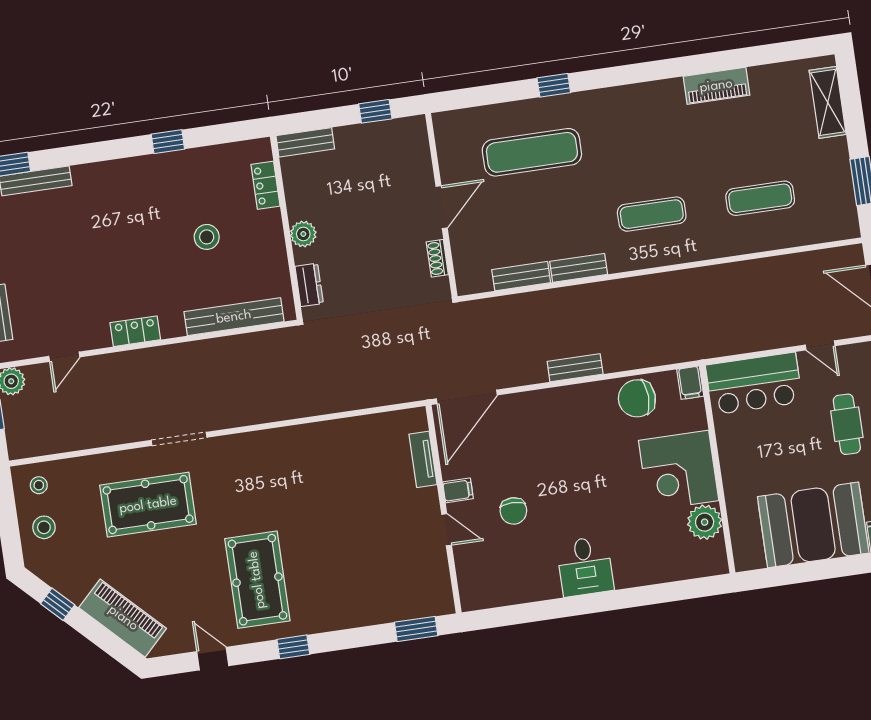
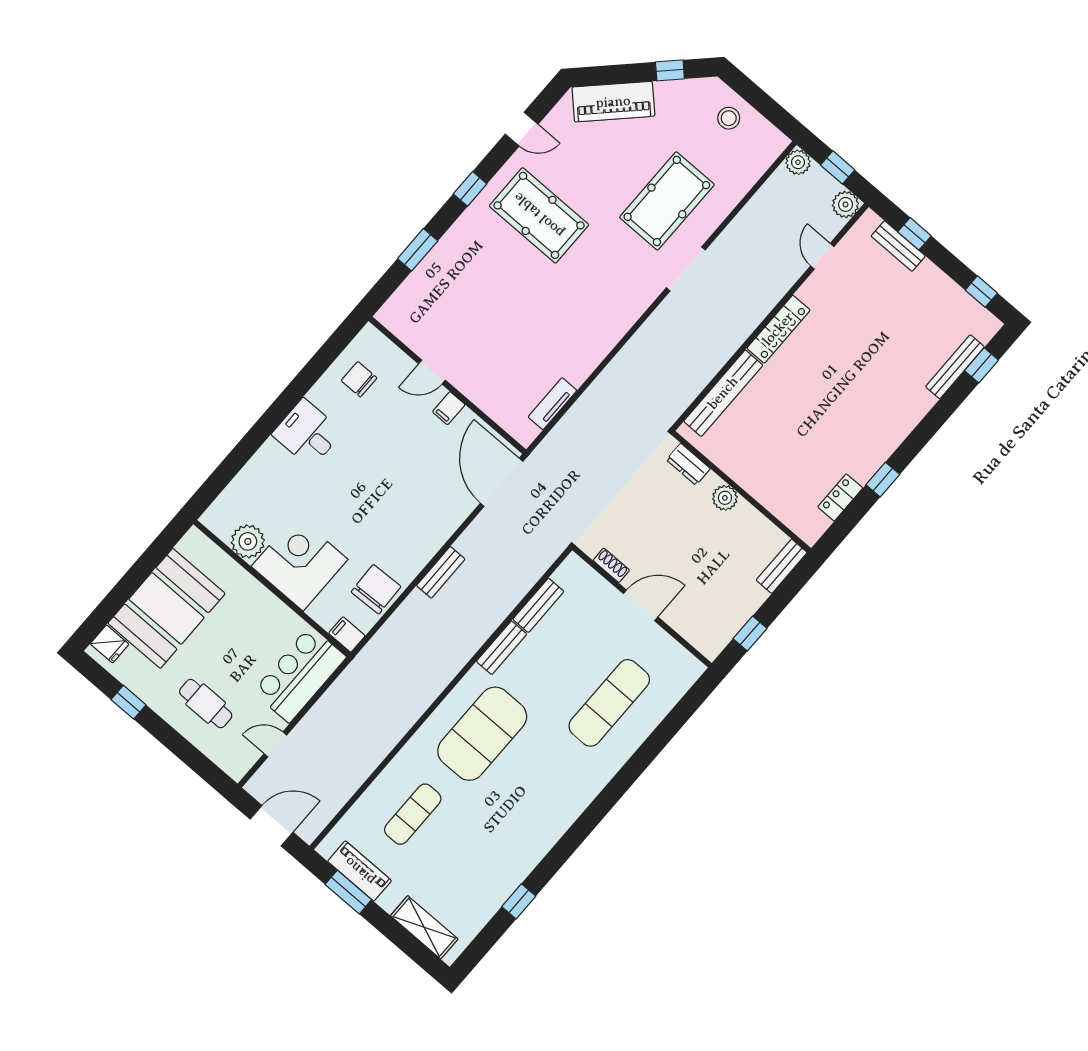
window: (554, 85) -> (519, 901), moved
piano: (716, 86) -> (360, 871), moved, turned 90
locker: (265, 185) -> (840, 497), moved, turned -90
door: (442, 207) -> (641, 605), swing flipped
exercise mat: (652, 214) -> (482, 734), width x2.00, depth x1.45
stool: (207, 237) -> (794, 434), removed
locker: (135, 331) -> (778, 329), width x1.53
plant: (20, 446) -> (798, 162), added
tv unit: (423, 459) -> (552, 404), moved, turned -90
stool: (39, 485) -> (759, 146), removed
chair: (513, 511) -> (359, 379), moved
window: (416, 629) -> (418, 250), moved

